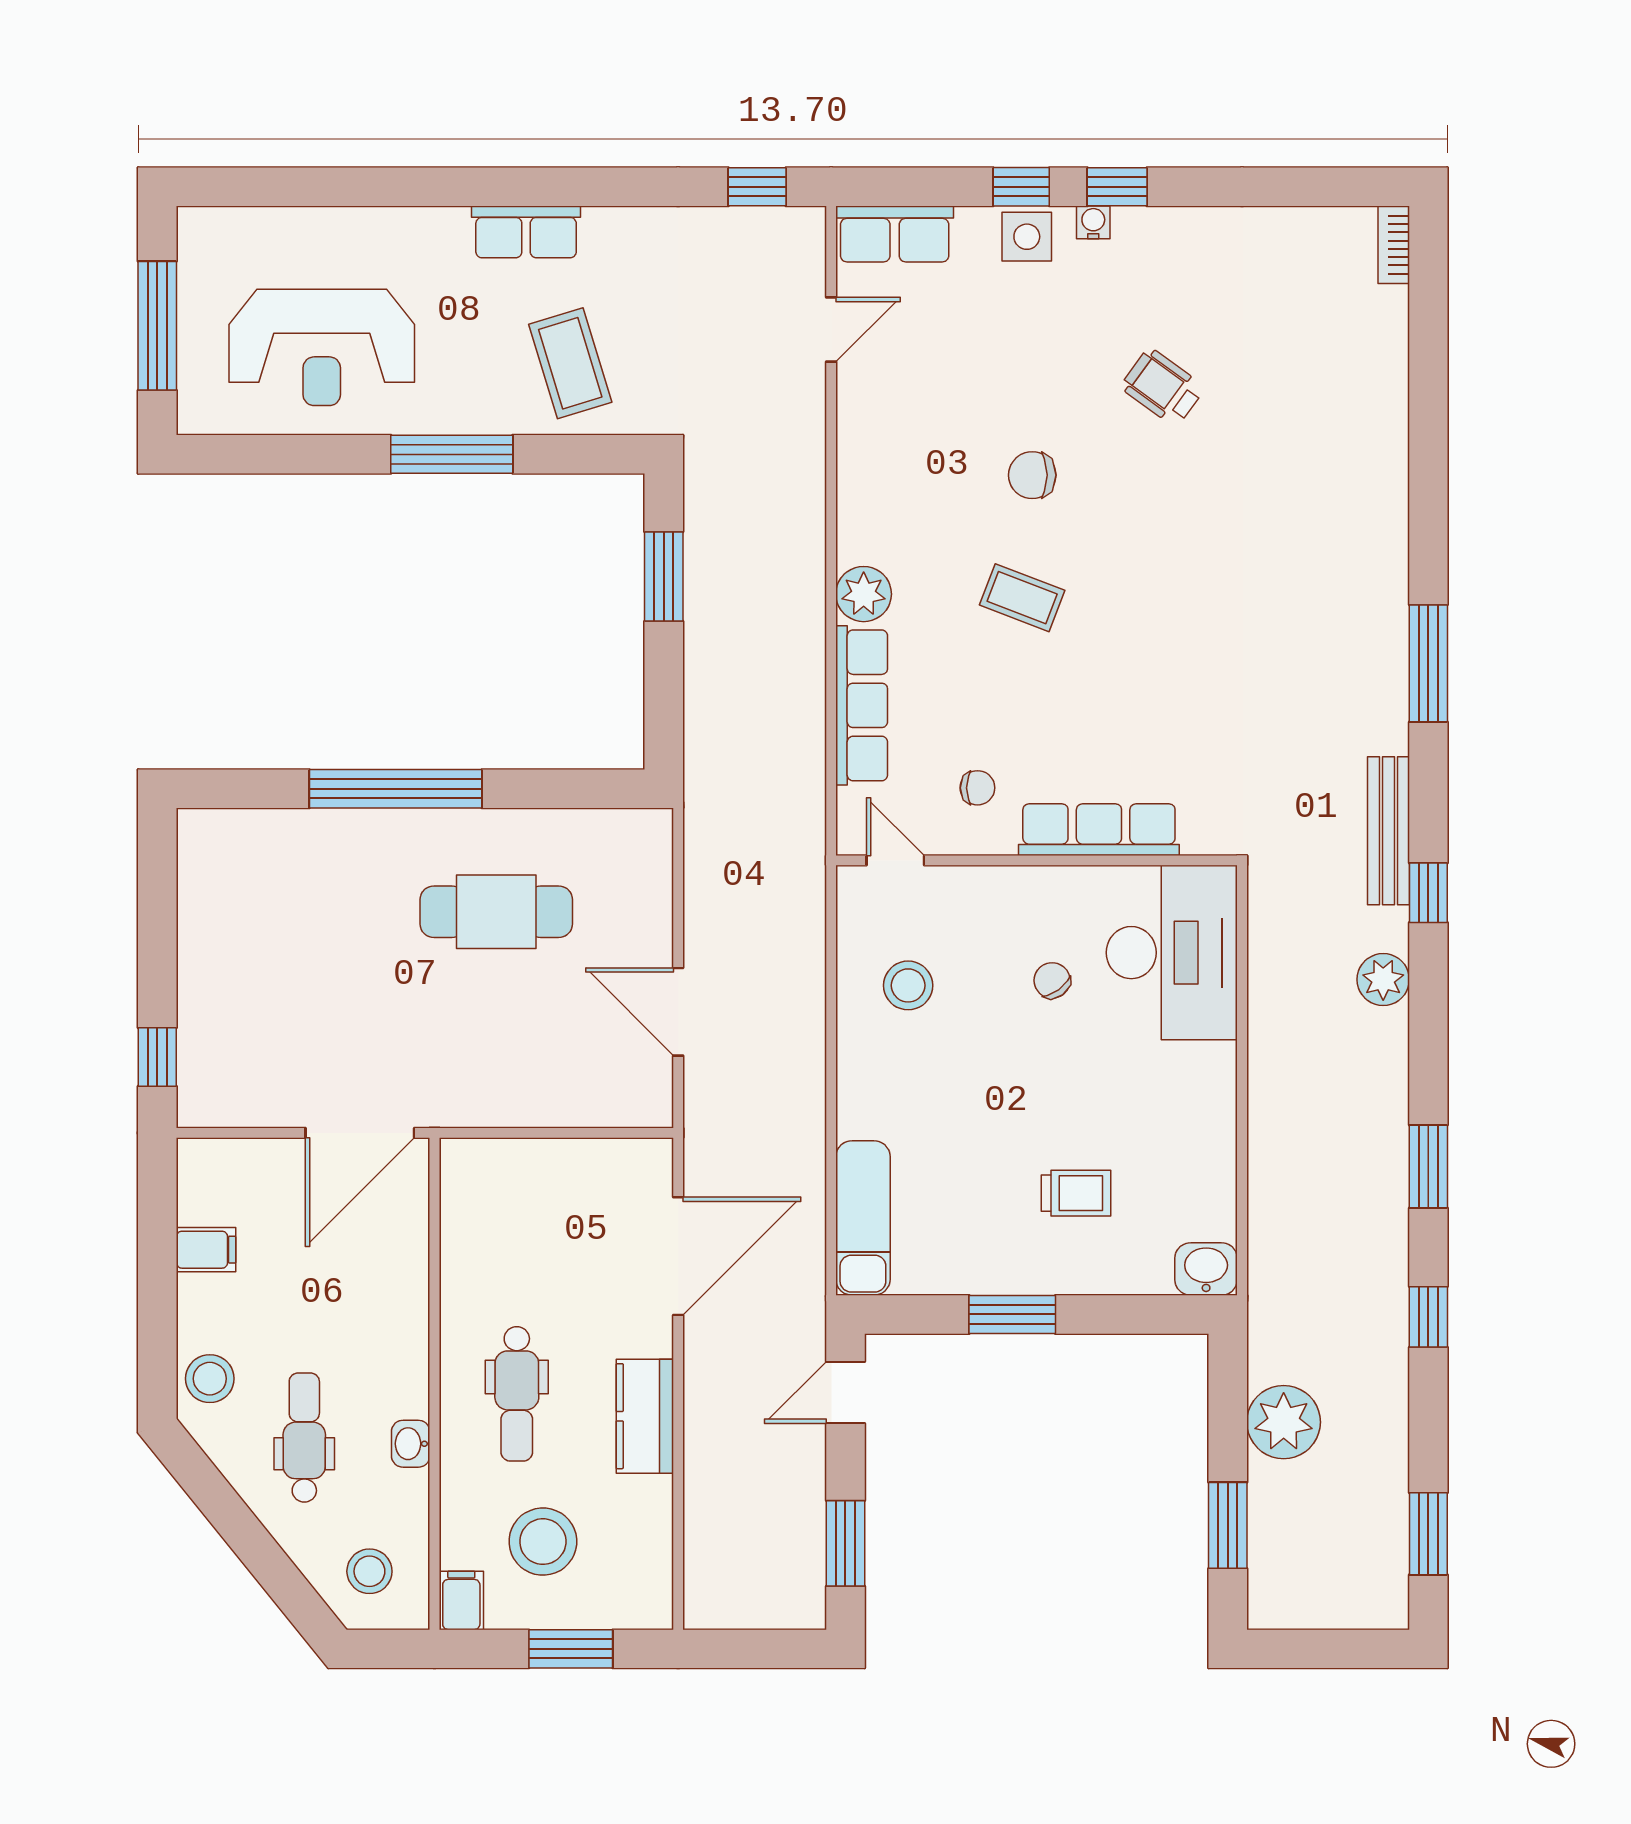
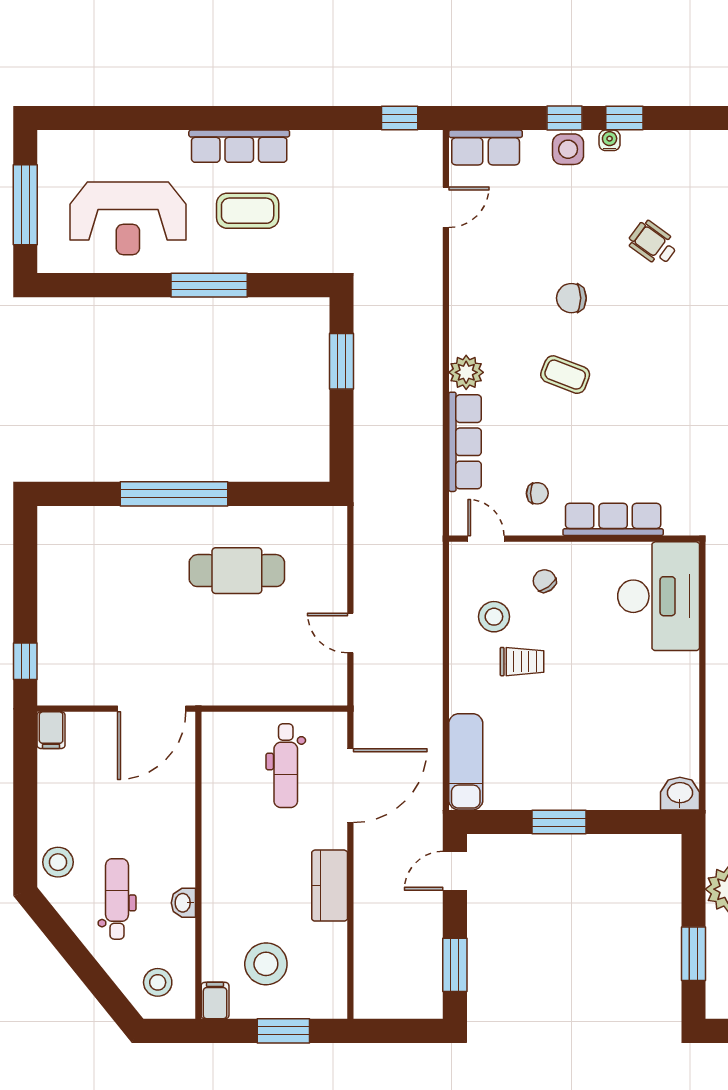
row of seats: (526, 232) -> (239, 146), width x1.48
coffee table: (570, 363) -> (248, 211), moved, turned -73
chair: (1052, 980) -> (545, 581), moved
door: (678, 1012) -> (350, 633), width x0.73
trolley: (1076, 1193) -> (522, 662), moved
filing cabinet: (206, 1250) -> (51, 730), moved, turned 90
dental chair: (517, 1394) -> (286, 766), moved

